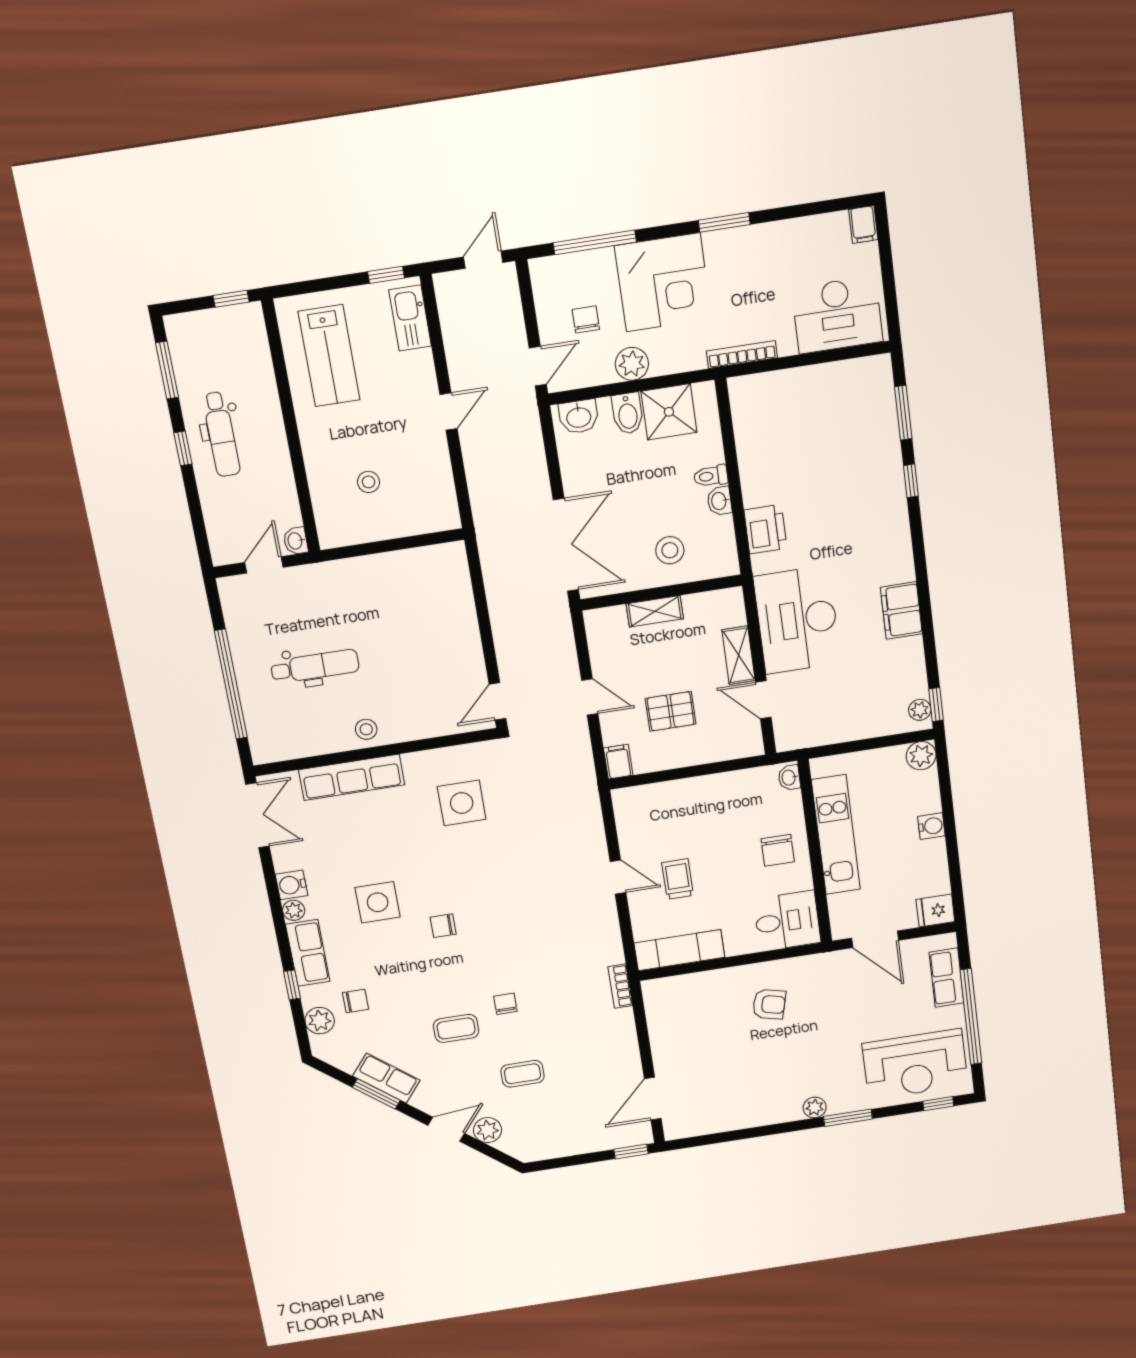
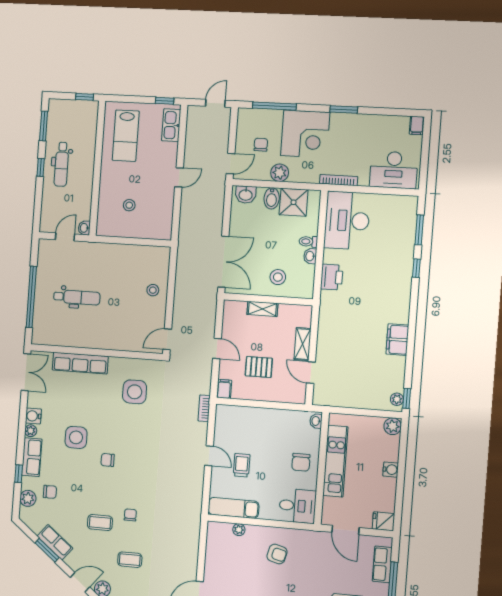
desk: (797, 620) -> (347, 221), moved
stool: (366, 729) -> (153, 290), moved
plant: (696, 982) -> (239, 530), added
bookcase: (620, 986) -> (204, 408), moved

